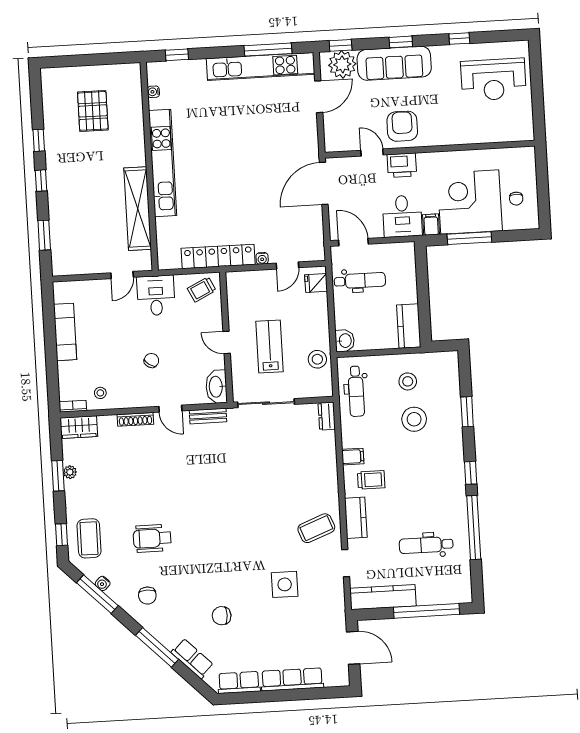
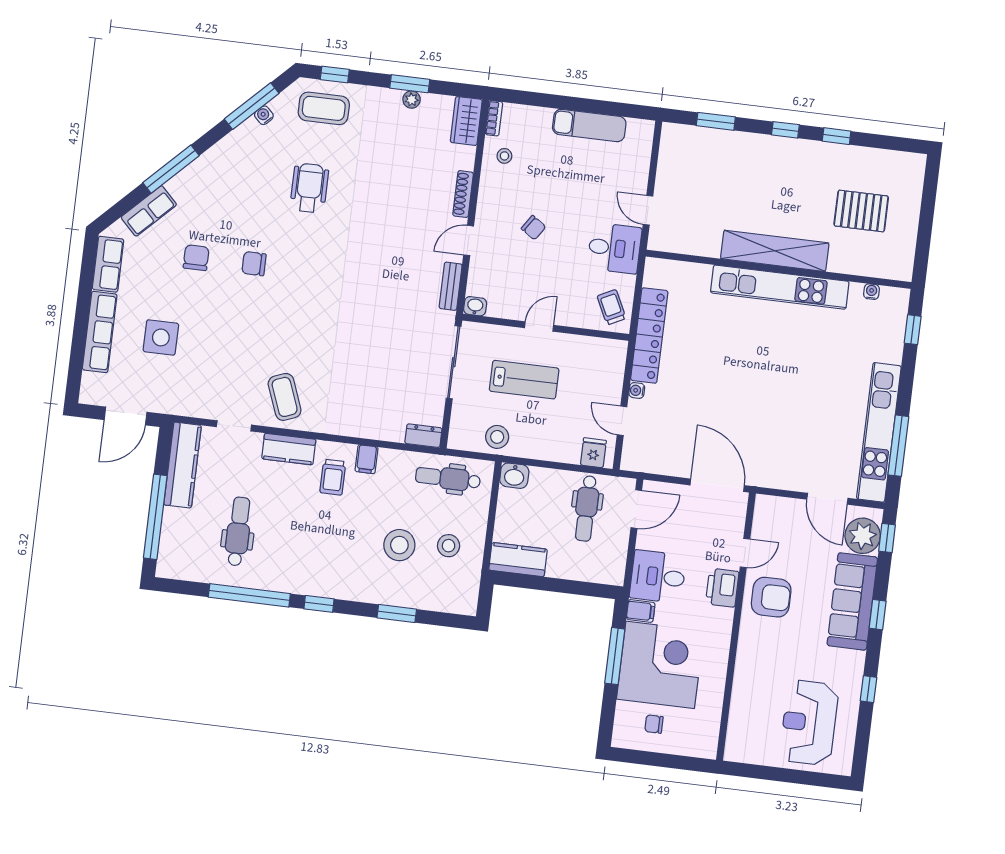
shelving: (138, 209) -> (775, 251), moved
washbasin: (216, 387) -> (475, 306), width x0.52, depth x0.69
side table: (285, 584) -> (161, 337), moved
chair: (147, 596) -> (254, 264), moved

